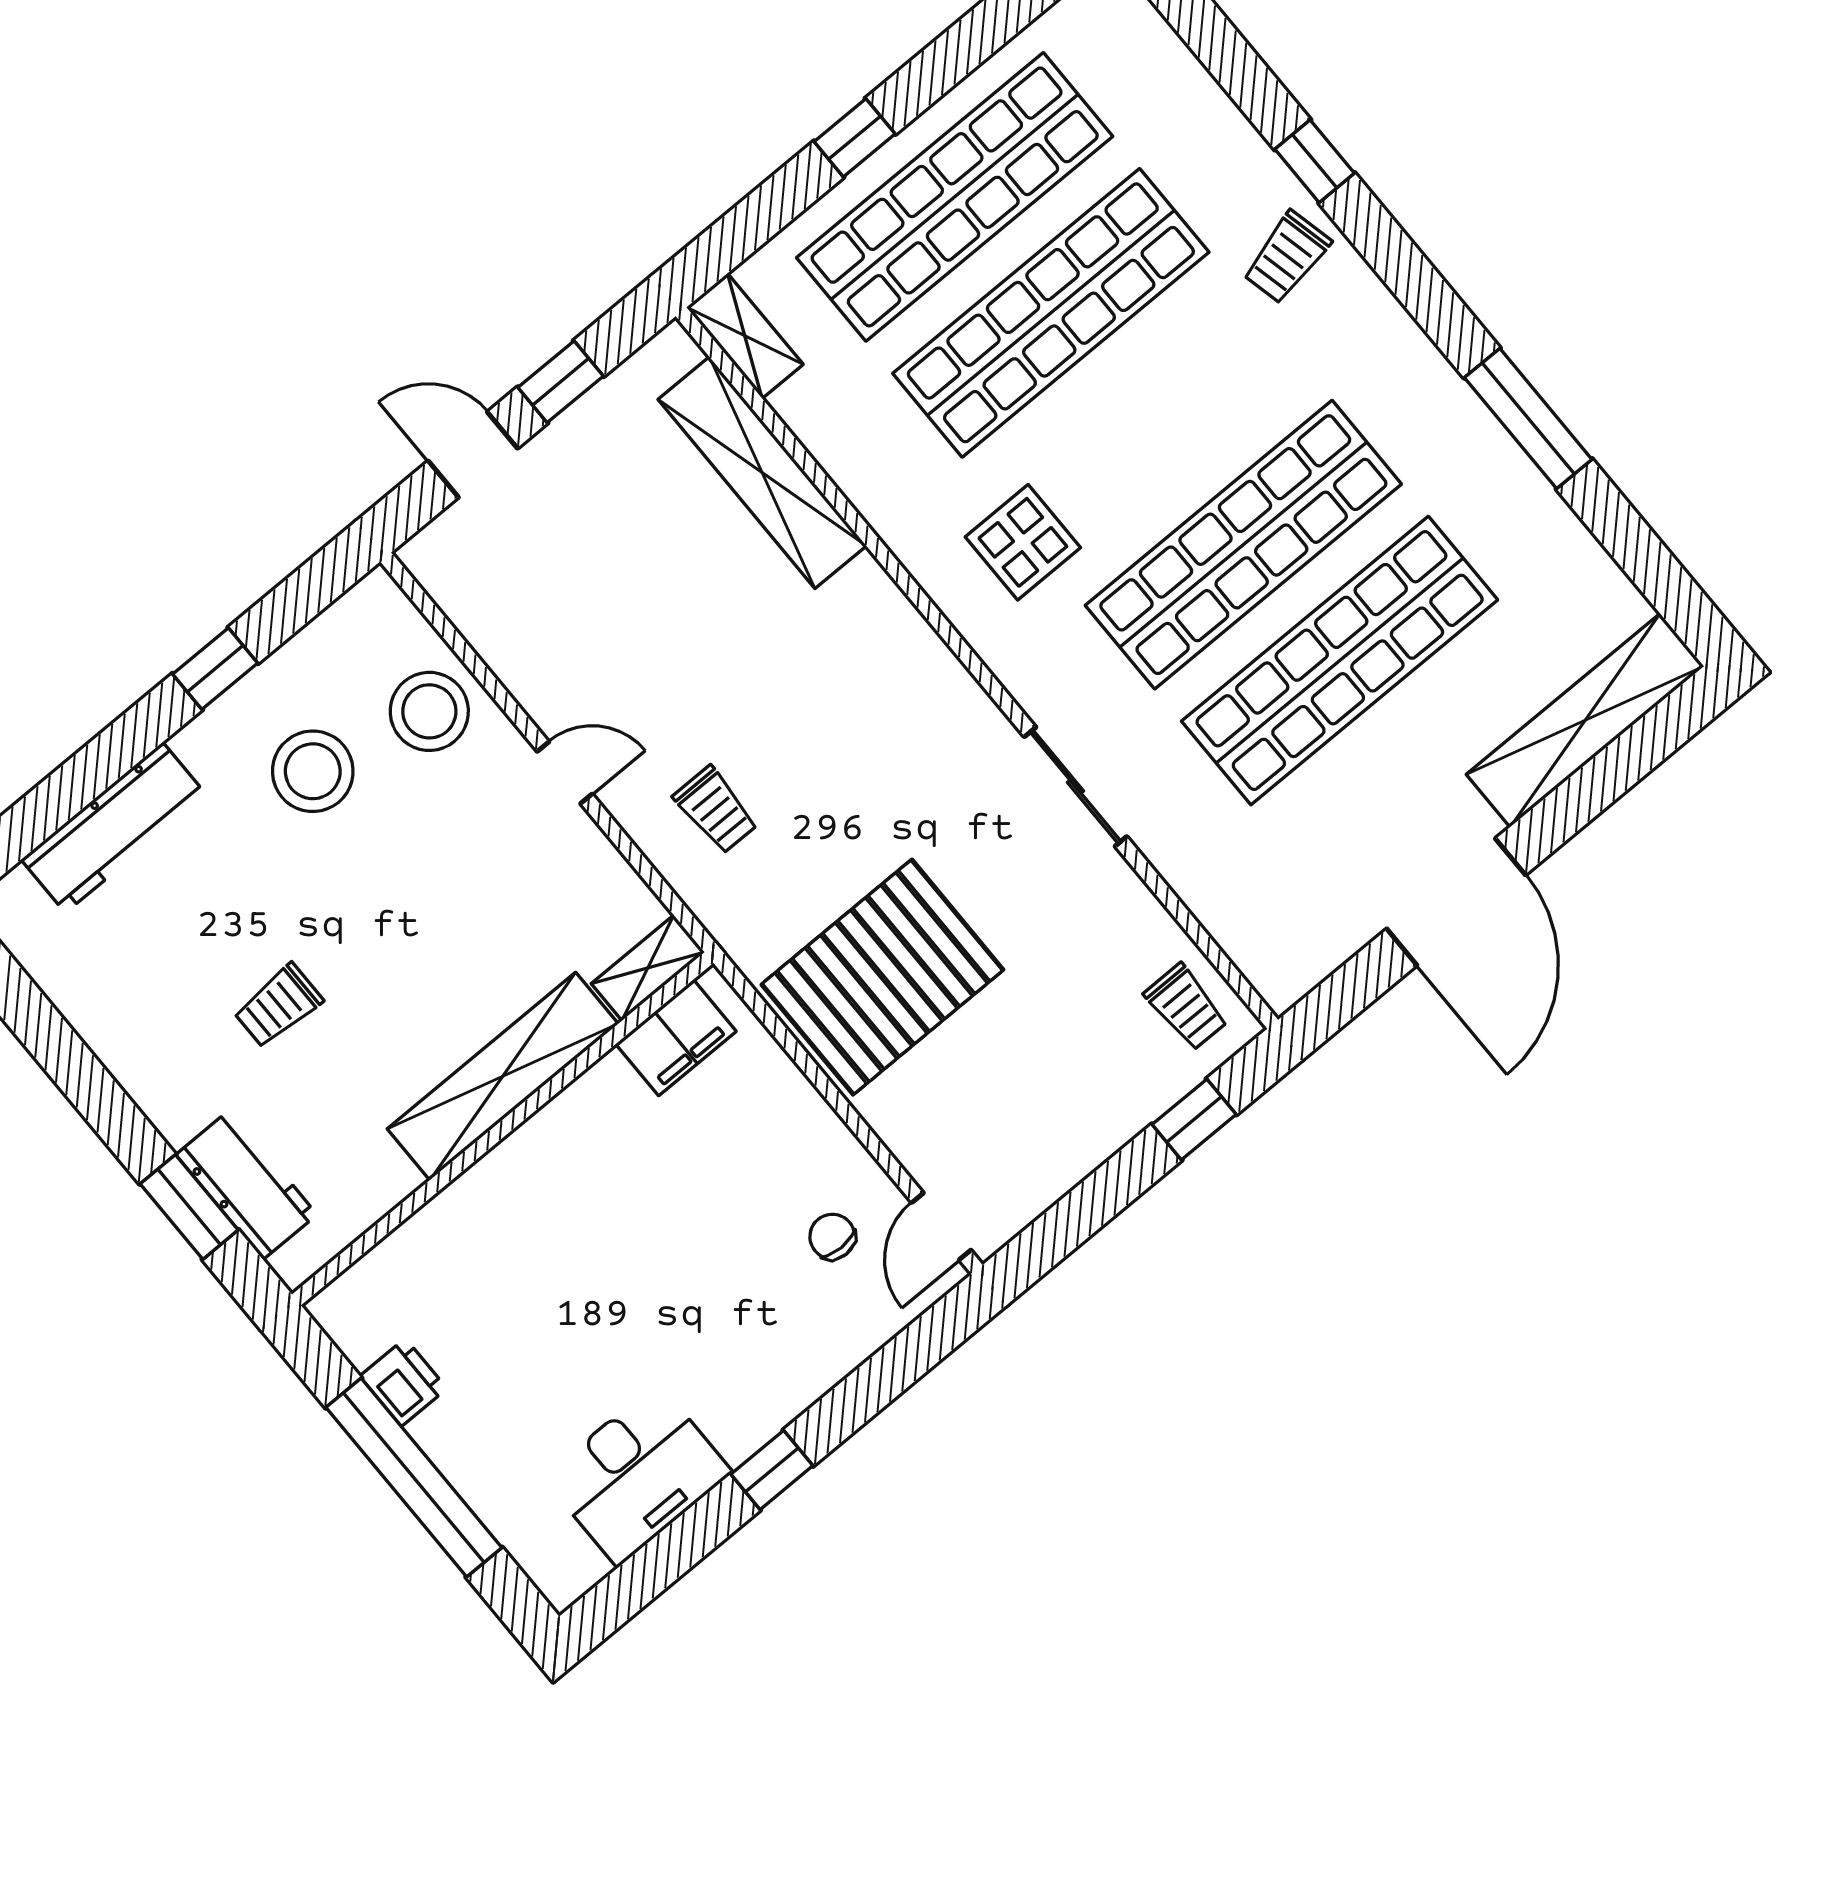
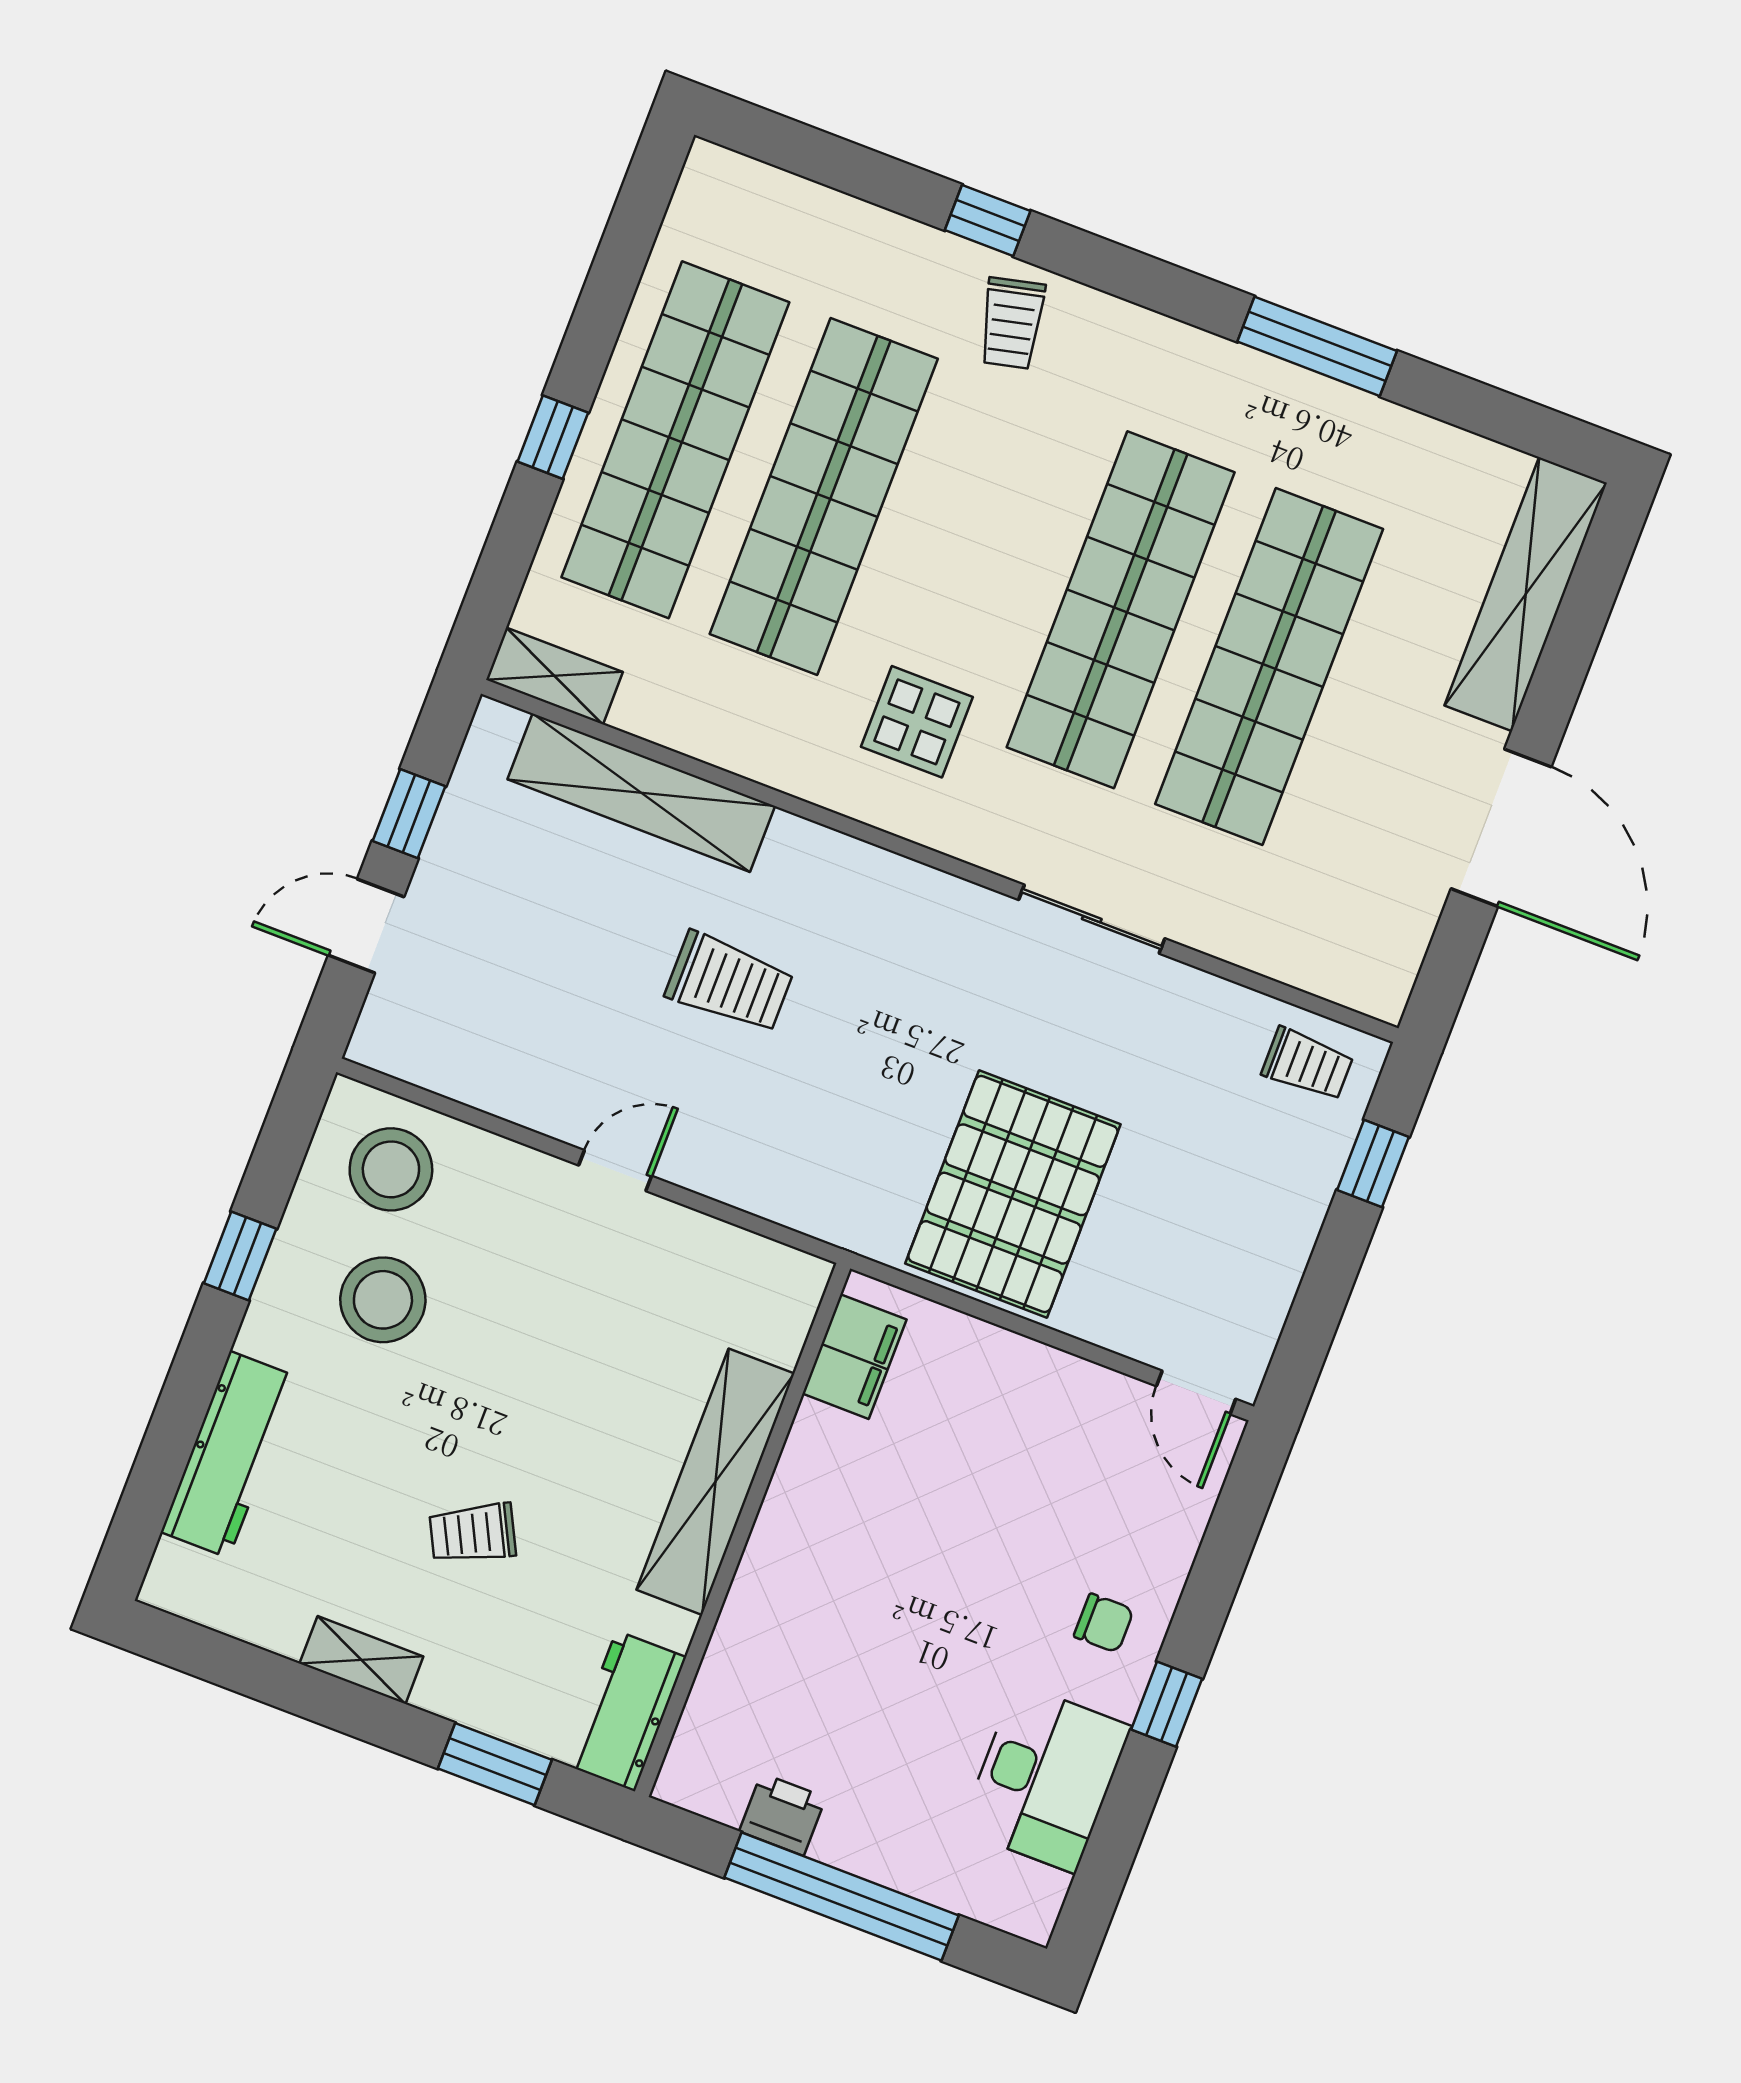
stool: (429, 711) -> (391, 1169), moved
trolley: (716, 810) -> (729, 983), moved, width x1.36, depth x1.39
shelving: (648, 968) -> (361, 1660), moved, turned 90
trolley: (278, 1006) -> (473, 1533), turned 63
workbench: (246, 1185) -> (626, 1711), moved, turned -90
chair: (832, 1237) -> (1104, 1623), moved, turned 180

